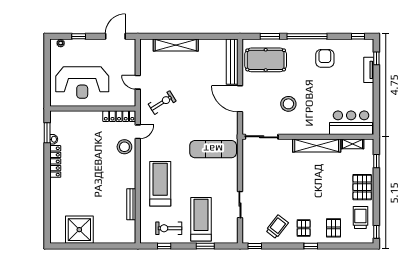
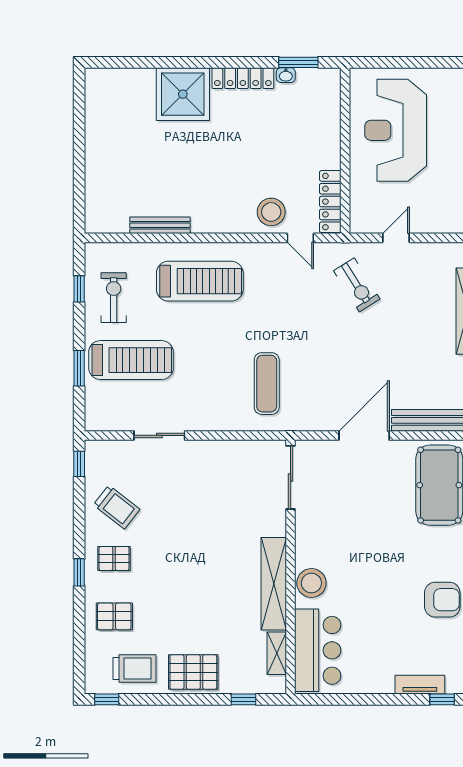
stool: (288, 104) -> (311, 583), moved
exercise mat: (213, 149) -> (267, 384), width x0.73, depth x0.69
shower: (79, 230) -> (183, 94), moved

